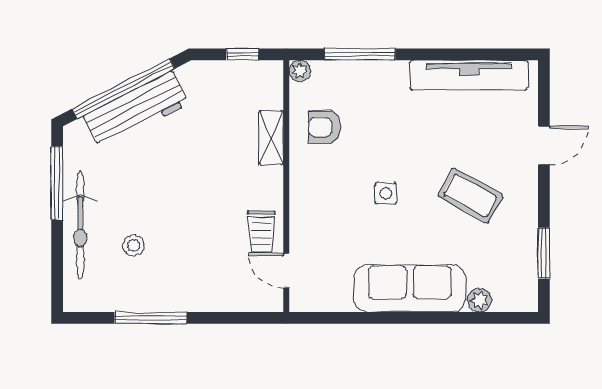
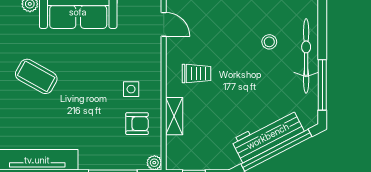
side table: (386, 193) -> (131, 89), moved
trolley: (261, 231) -> (196, 73), moved, turned 90

